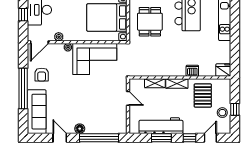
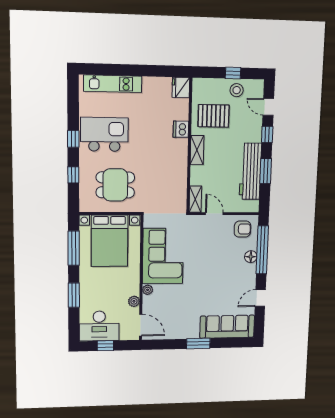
armchair: (42, 75) -> (242, 229), moved
shelving: (155, 83) -> (195, 199), moved
window: (23, 89) -> (198, 343), width x0.47
door: (128, 98) -> (214, 214), hinge flipped
floor lamp: (80, 129) -> (251, 257), moved

